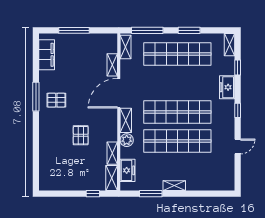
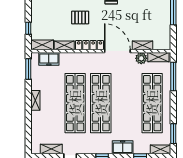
window: (189, 30) -> (173, 134), moved
shelving: (126, 120) -> (51, 149), moved
locker: (112, 125) -> (90, 45), added
plant: (127, 140) -> (141, 58), moved
window: (151, 194) -> (28, 69), moved

